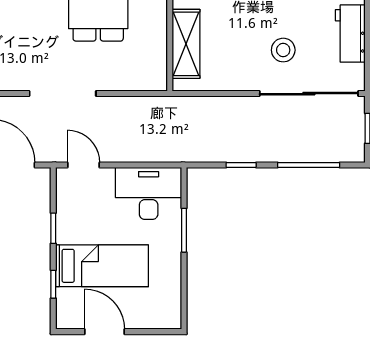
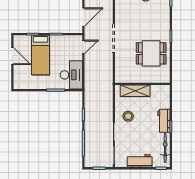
stool: (283, 50) -> (128, 116), moved
door: (104, 332) -> (12, 56), hinge flipped

